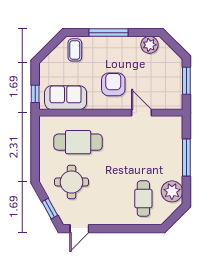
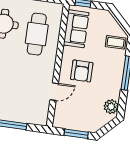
armchair: (113, 84) -> (82, 71), turned 90

